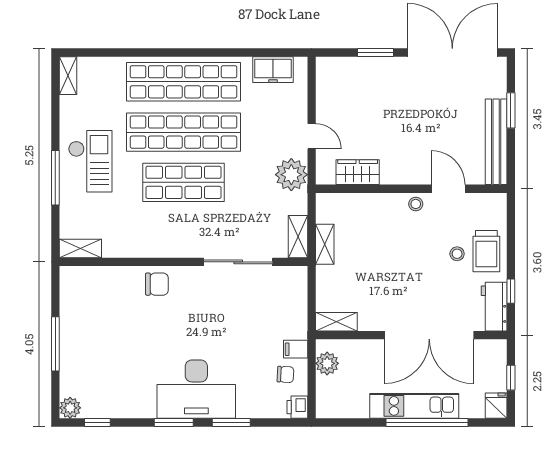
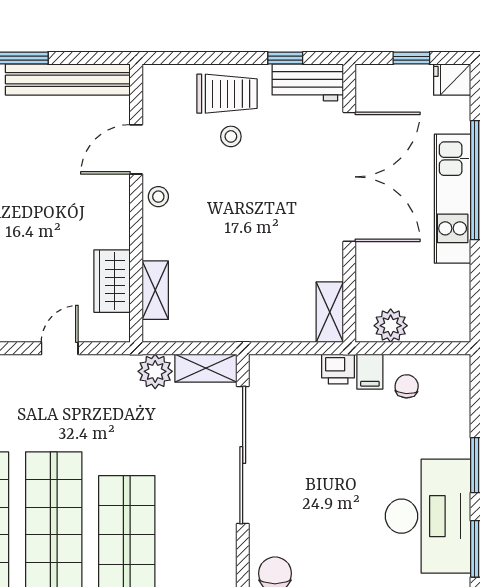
plant: (291, 175) -> (155, 371), moved, width x0.73, depth x0.73
shelving: (325, 244) -> (155, 290), moved, turned 90
sliding door: (238, 262) -> (243, 455), width x1.36
printer: (297, 407) -> (338, 369), moved

